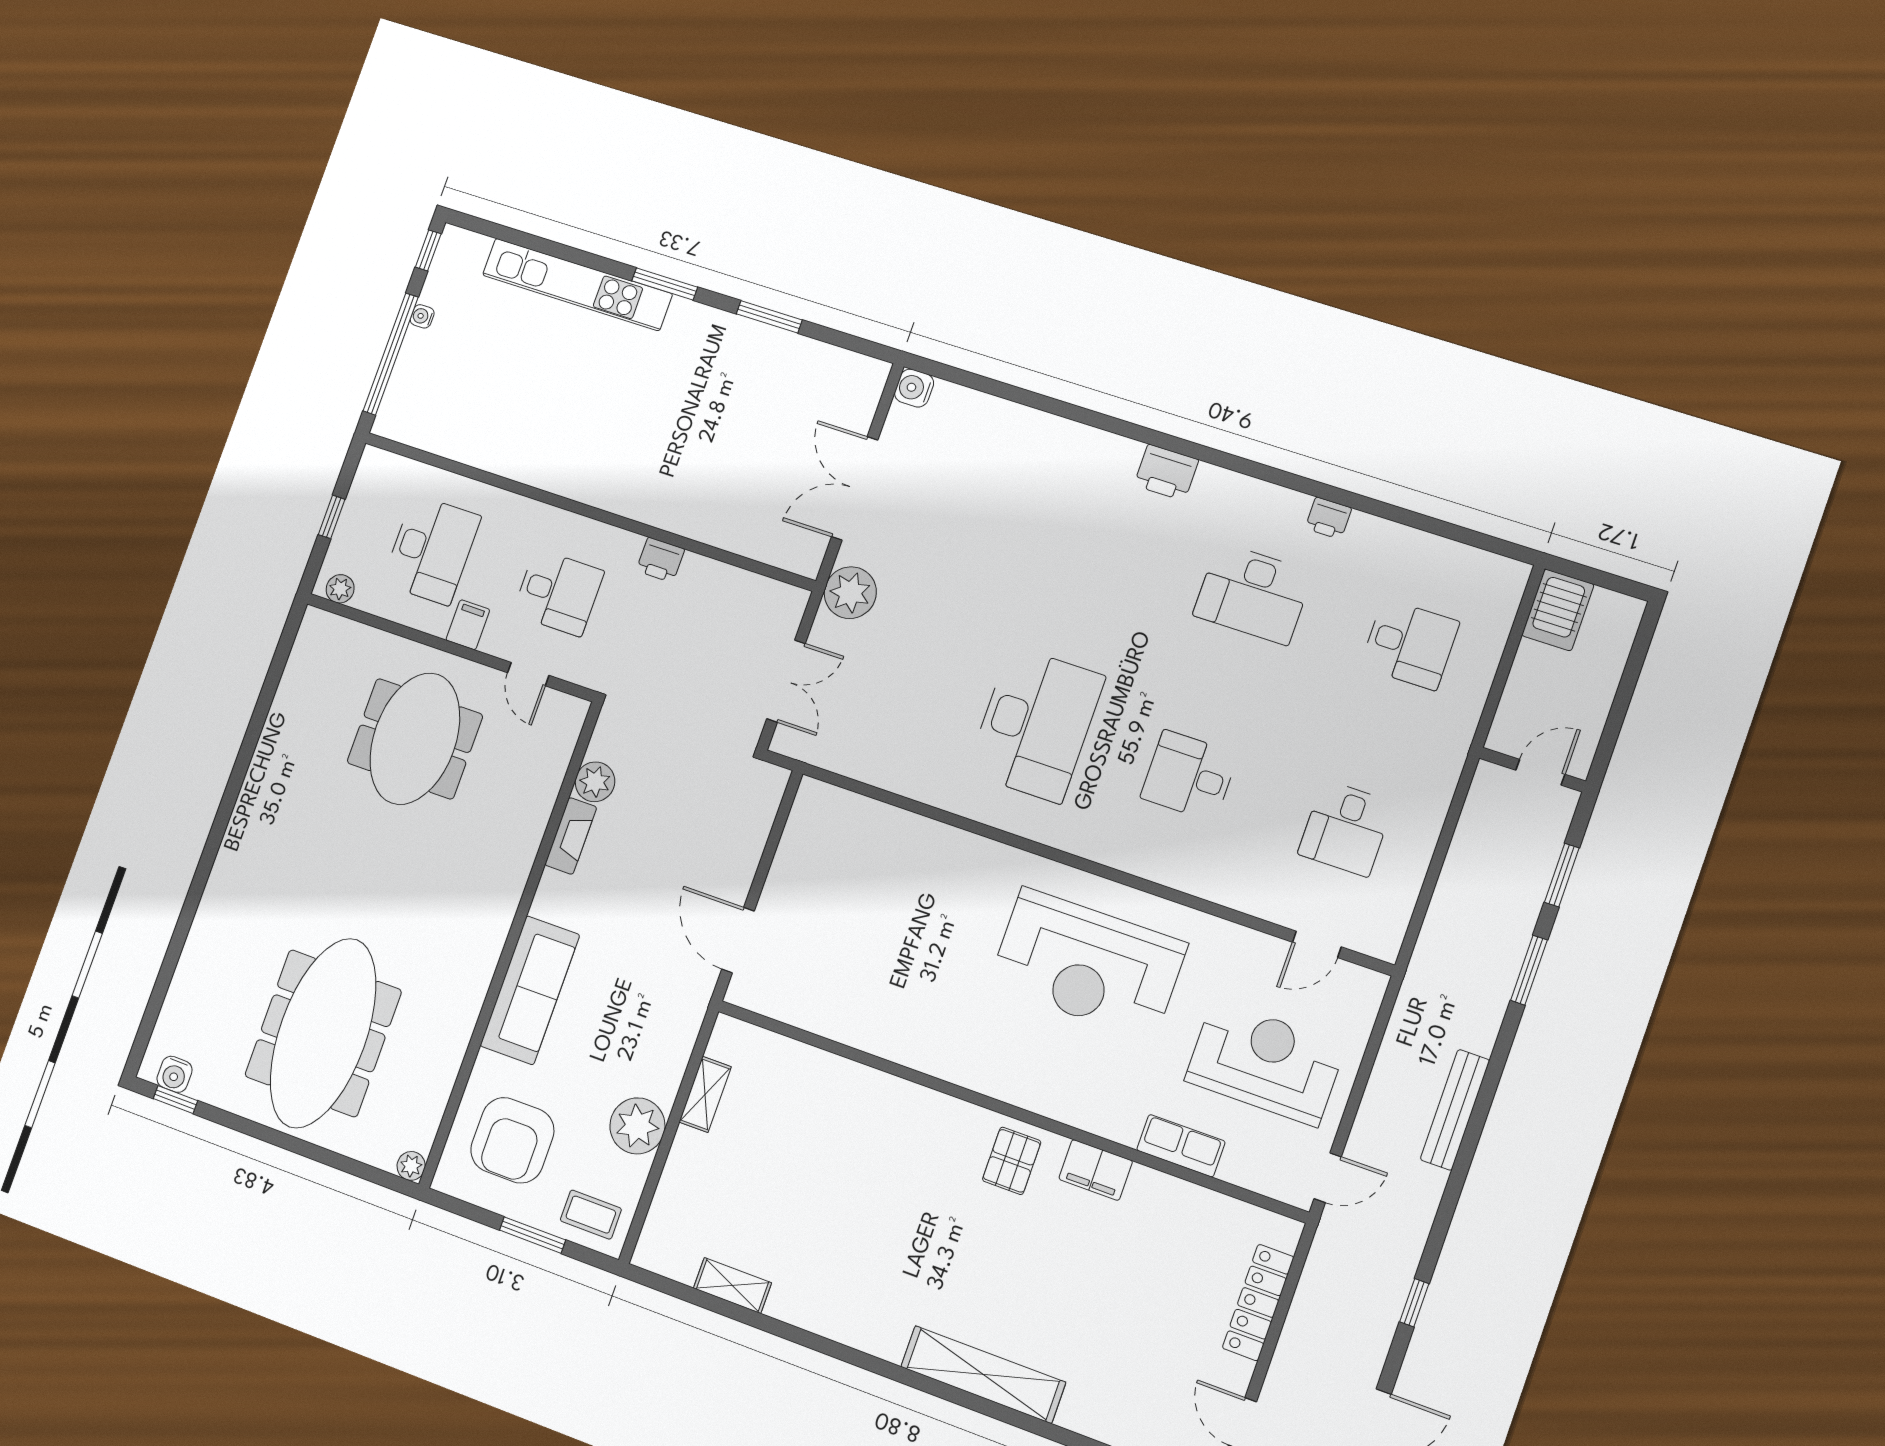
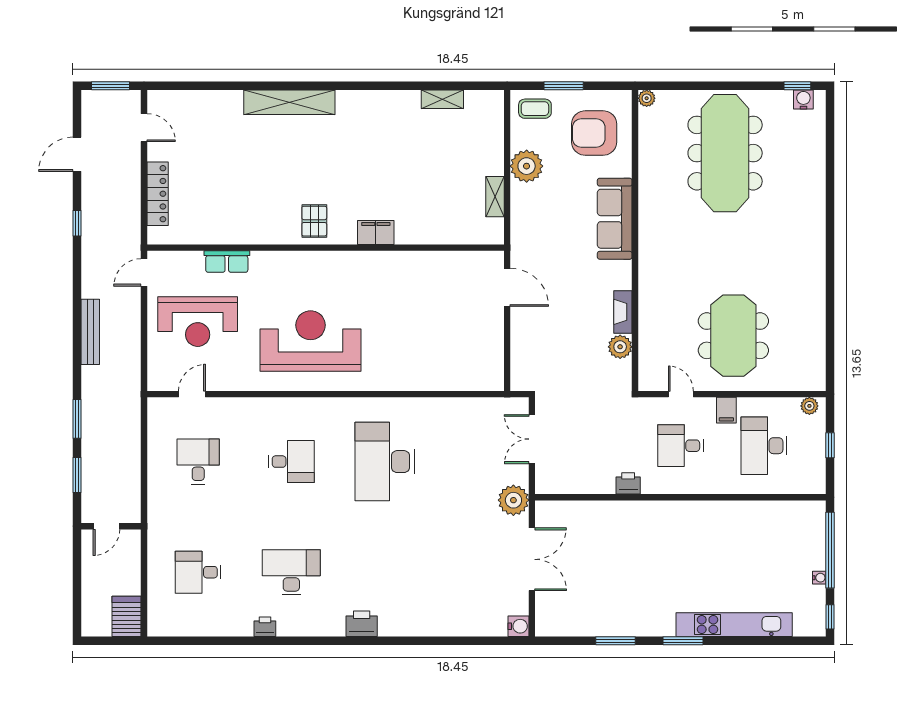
armchair: (512, 1140) -> (594, 133), turned -90
filing cabinet: (1096, 1170) -> (376, 232), moved

